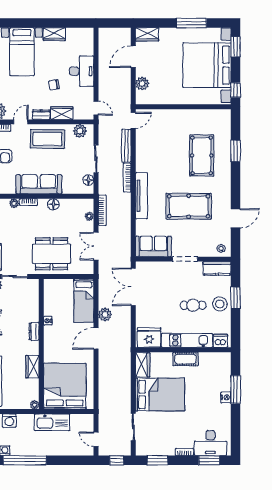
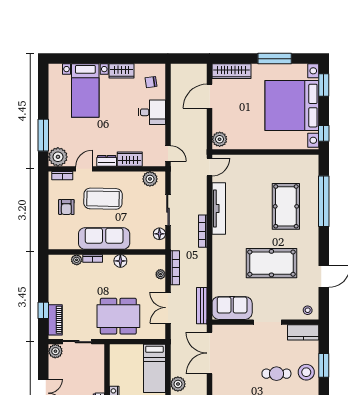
wardrobe: (147, 34) -> (231, 71), width x1.50
desk: (82, 71) -> (152, 112), width x0.73
plant: (142, 84) -> (220, 139), moved
chair: (54, 85) -> (151, 82), moved
coffee table: (47, 139) -> (103, 199), moved
bench: (126, 146) -> (202, 306), moved
window: (236, 151) -> (324, 201), width x2.11
tv unit: (141, 196) -> (219, 208), moved

